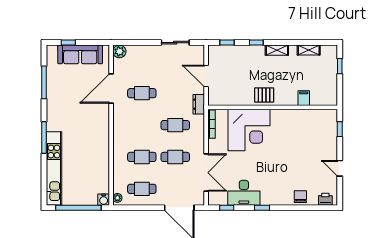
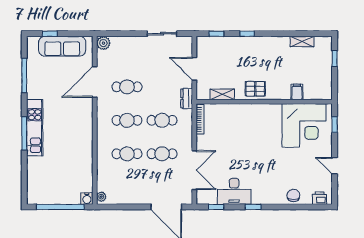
shelving: (277, 50) -> (222, 94), moved
corner desk: (249, 130) -> (304, 125), moved
kitchen unit: (54, 168) -> (35, 128), moved, width x0.73
cafe table: (142, 189) -> (127, 120), moved

